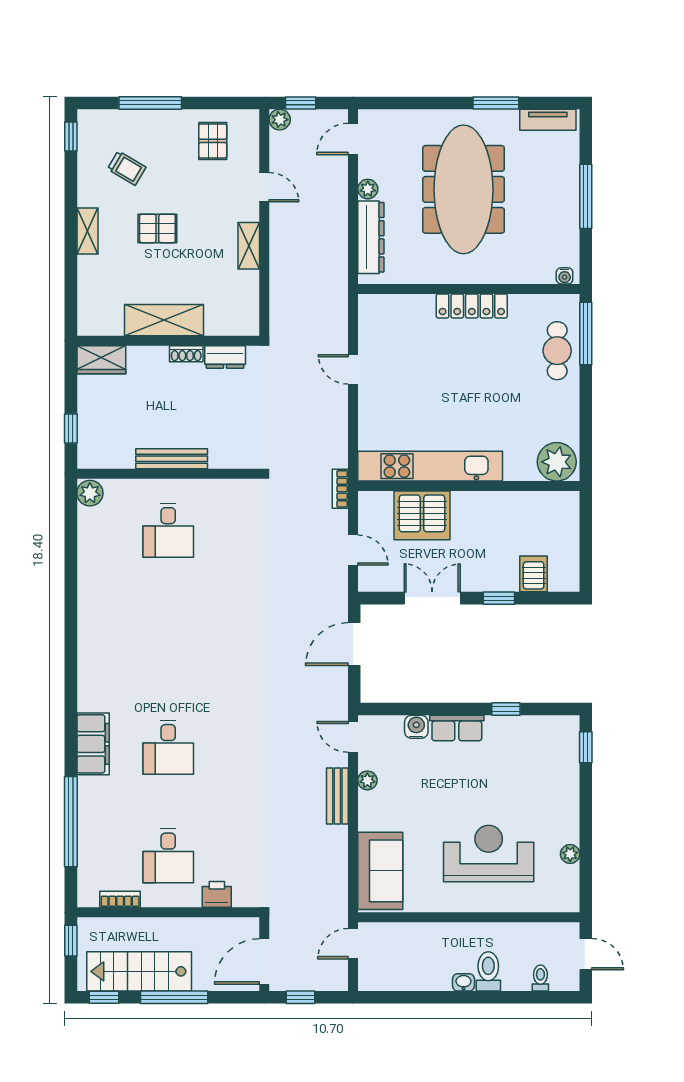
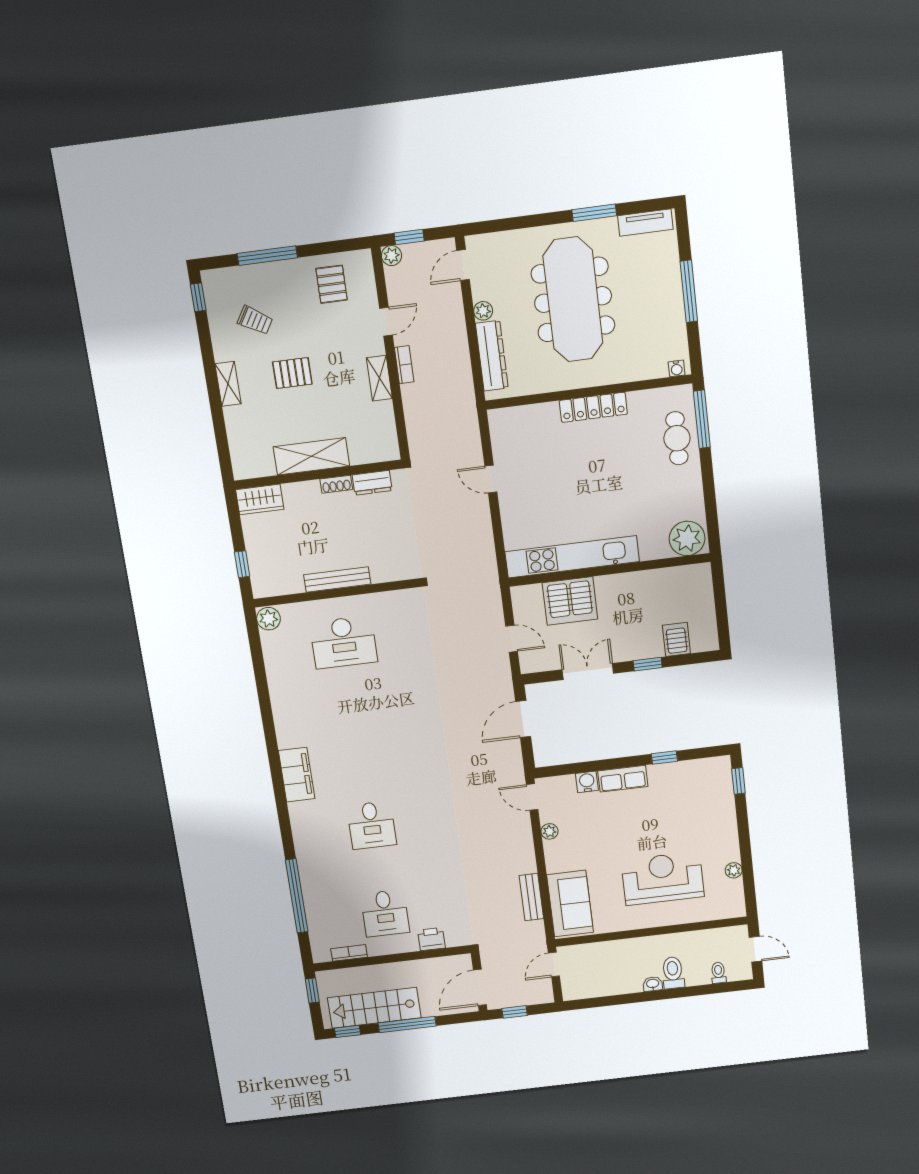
door: (264, 187) -> (386, 322), hinge flipped
bookcase: (340, 489) -> (404, 365), moved, turned 180
desk: (168, 530) -> (344, 642), width x1.37
filing cabinet: (93, 744) -> (297, 775), moved
bench: (337, 796) -> (531, 897), moved

